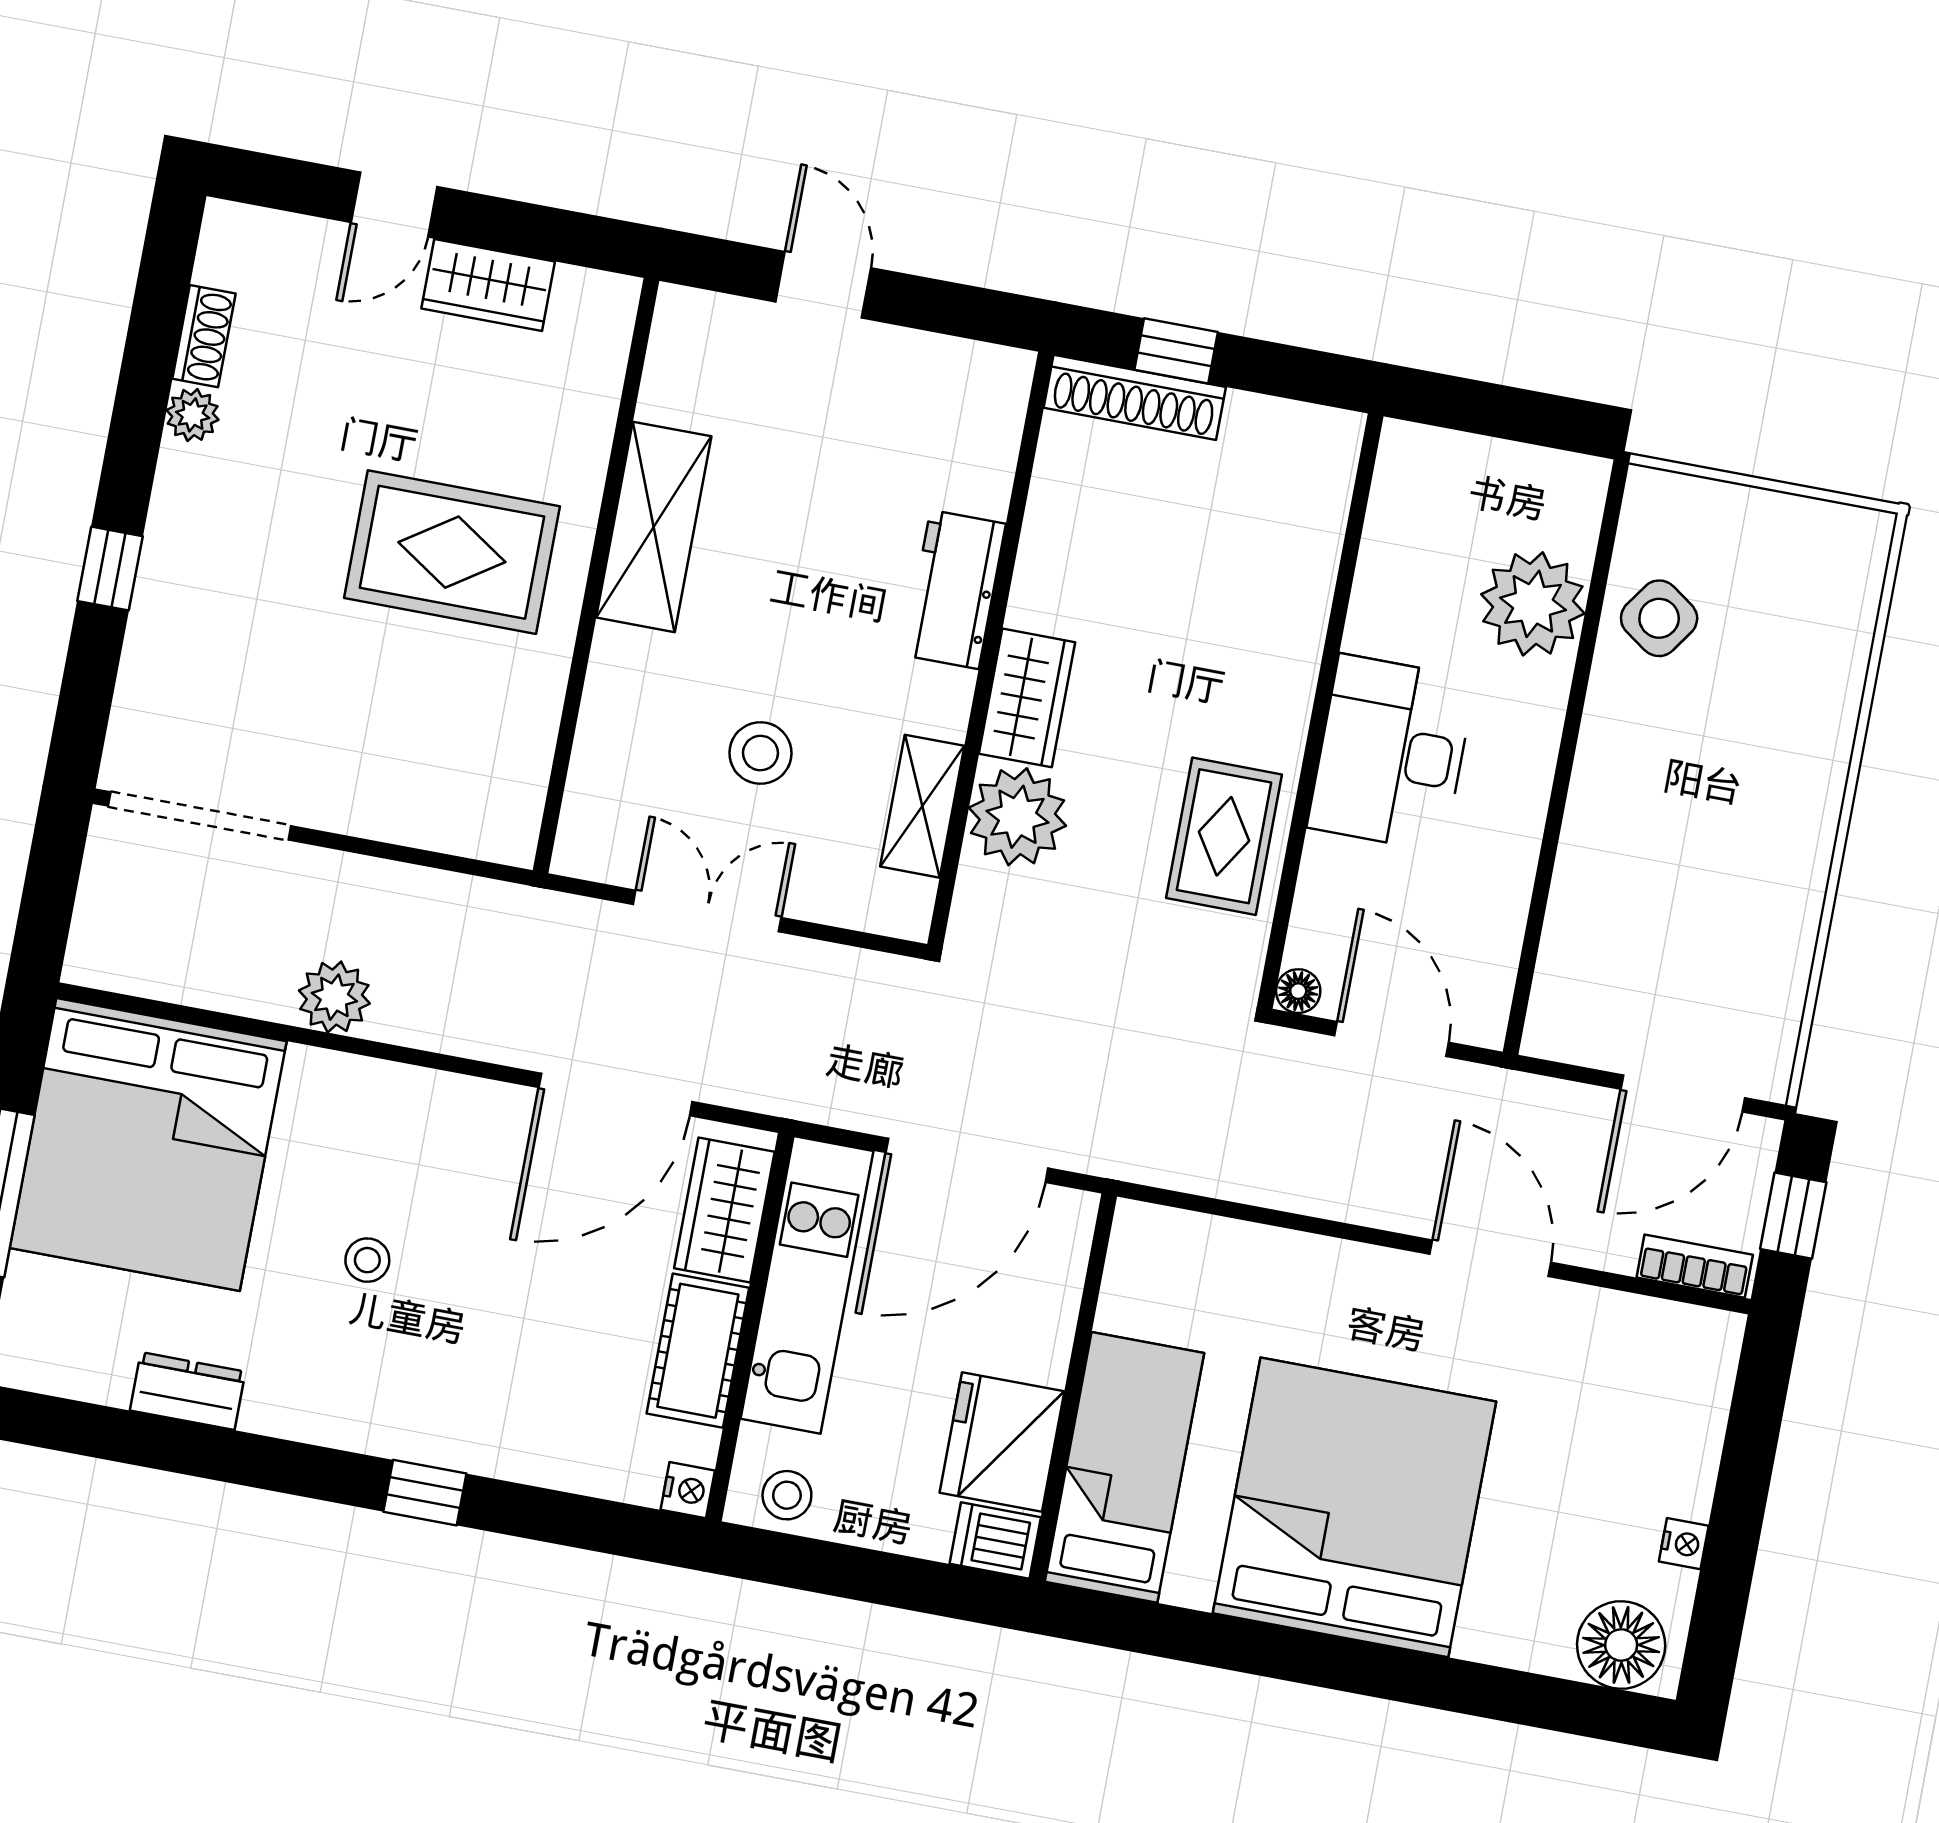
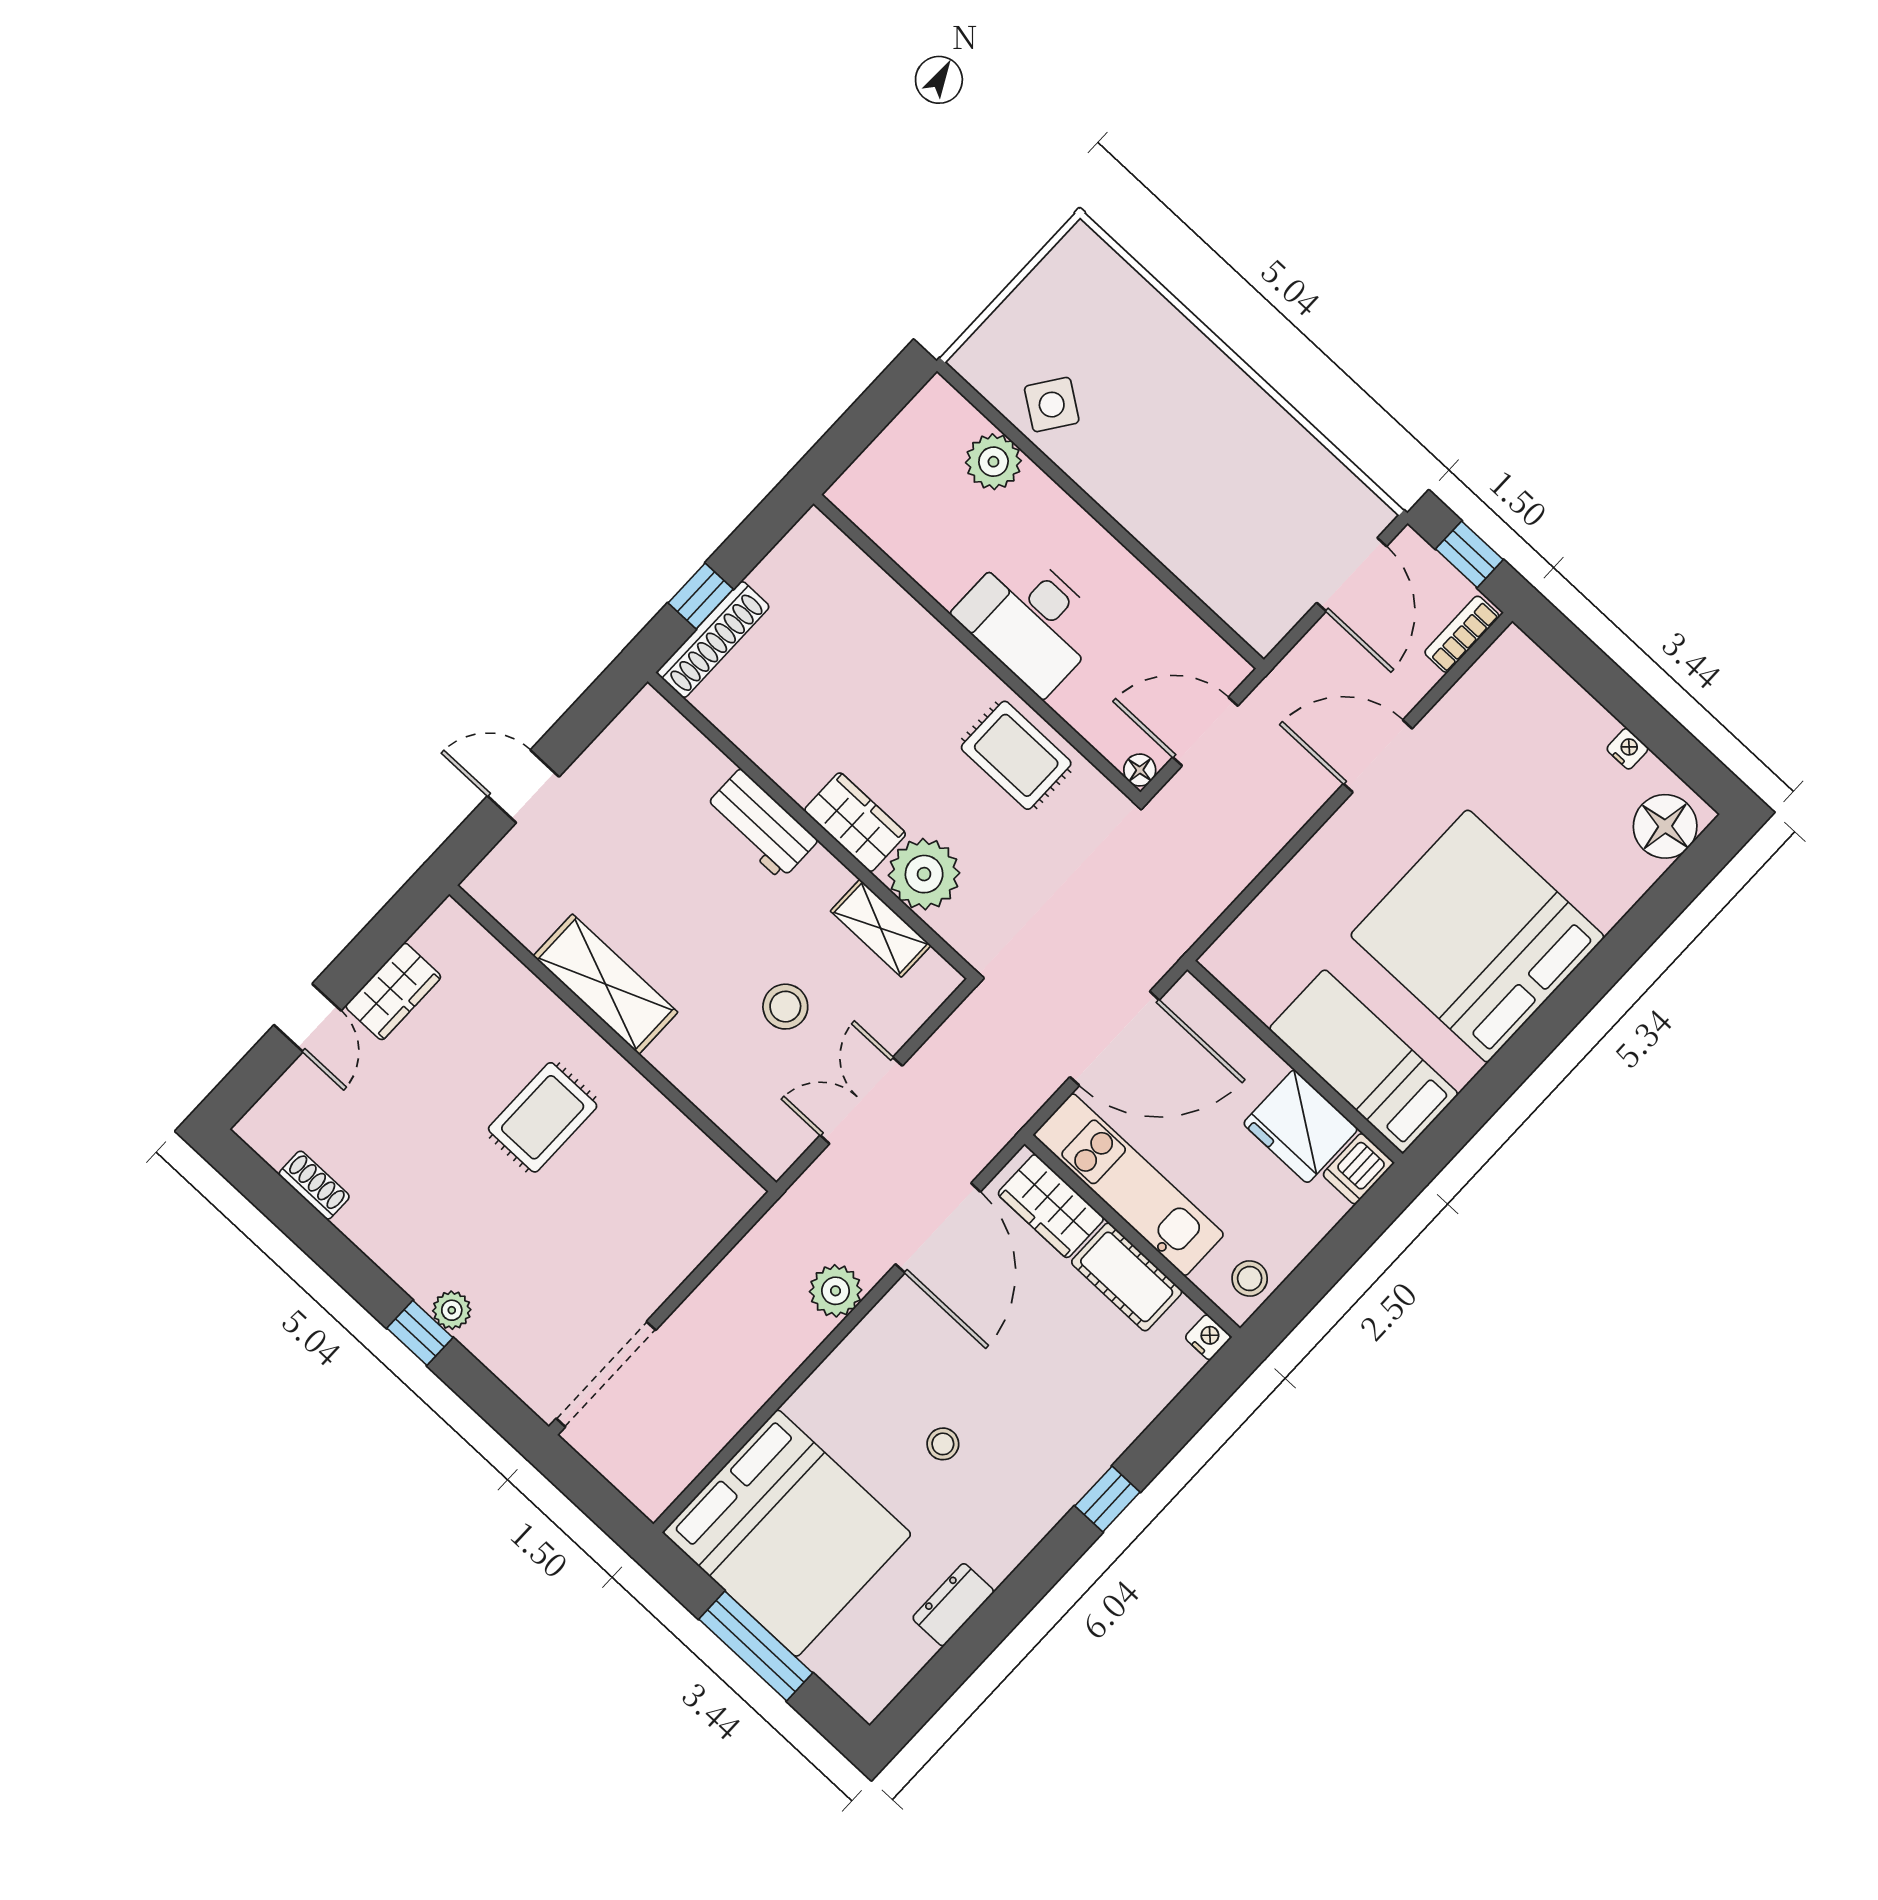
plant: (193, 415) -> (452, 1310), moved
rug: (452, 552) -> (543, 1117), width x0.73, depth x0.70
plant: (1533, 604) -> (993, 462), width x0.73, depth x0.73
plant: (334, 997) -> (836, 1291), moved
door: (967, 1160) -> (1115, 1038), hinge flipped

